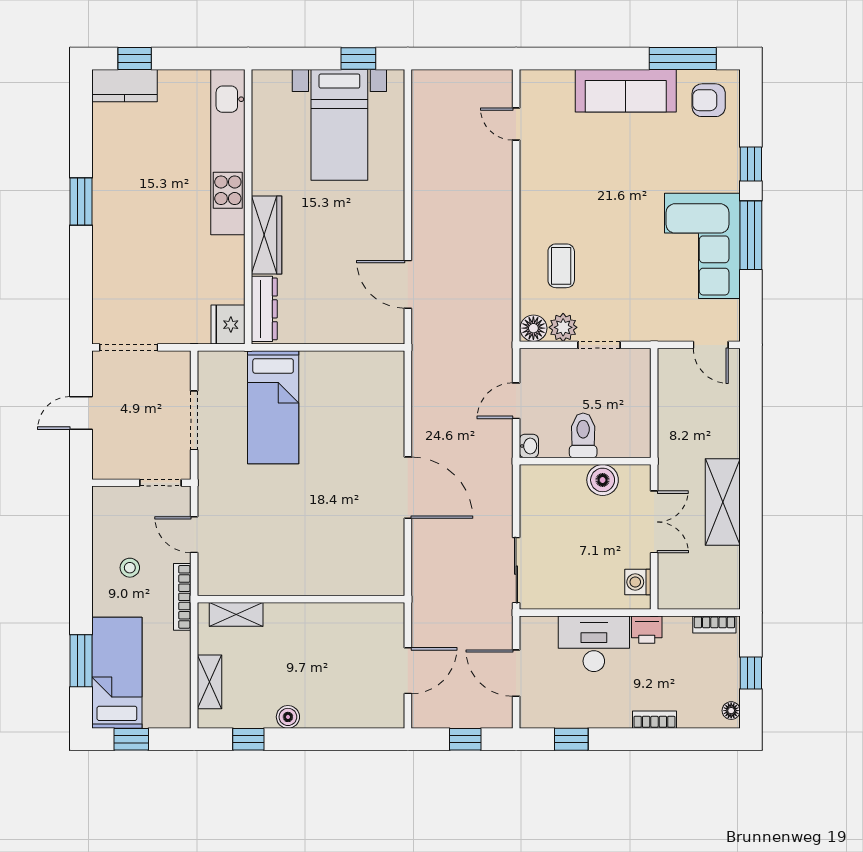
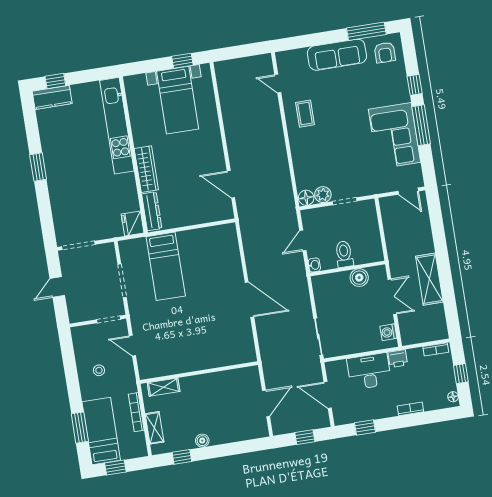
armchair: (709, 100) -> (385, 53), turned -90
coffee table: (561, 266) -> (305, 114), moved
bookcase: (182, 597) -> (136, 412), moved

